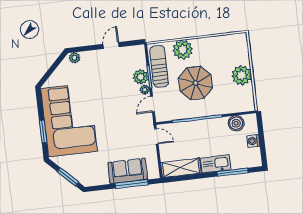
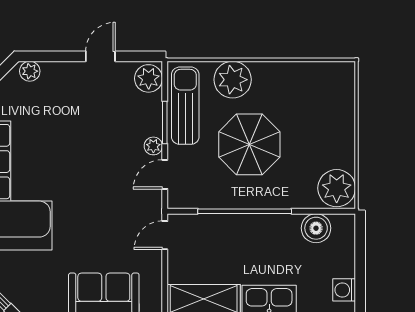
plant: (242, 75) -> (337, 188), moved
plant: (141, 77) -> (149, 78), moved
door: (156, 136) -> (165, 235), swing flipped
washing machine: (253, 141) -> (344, 290), moved

